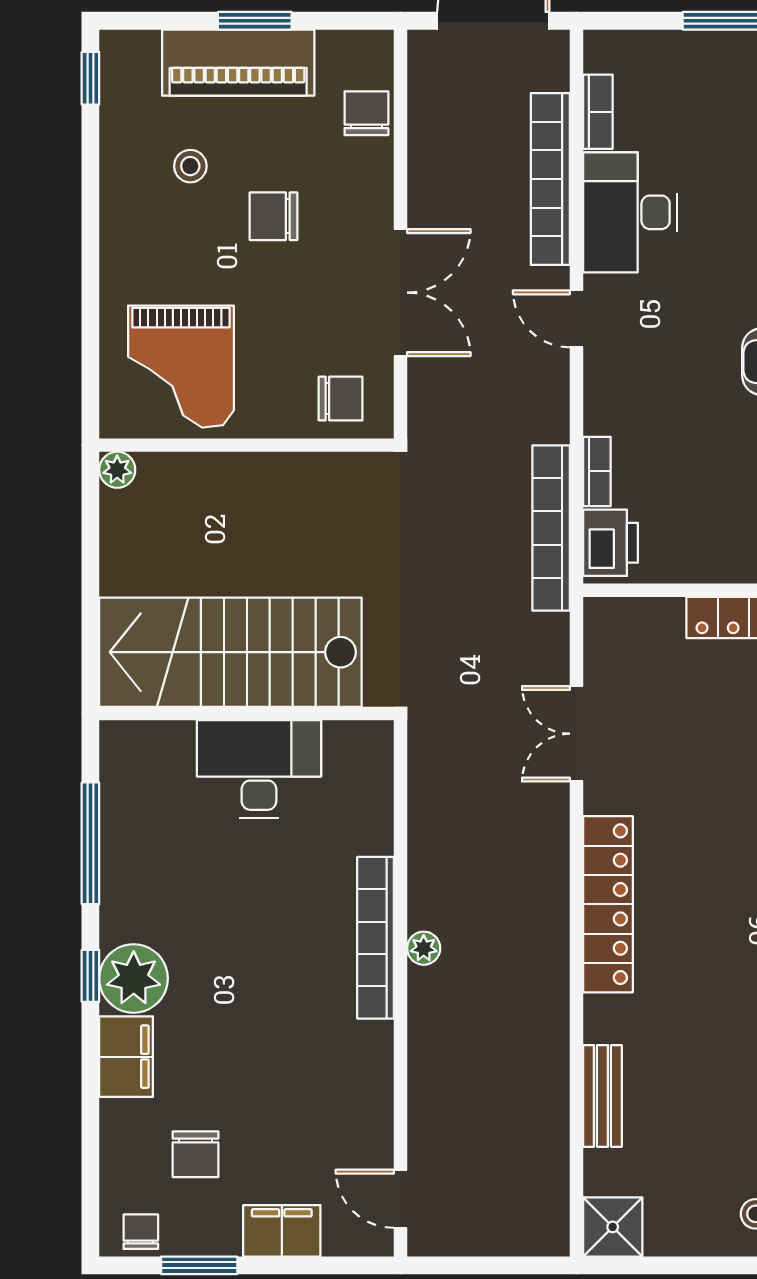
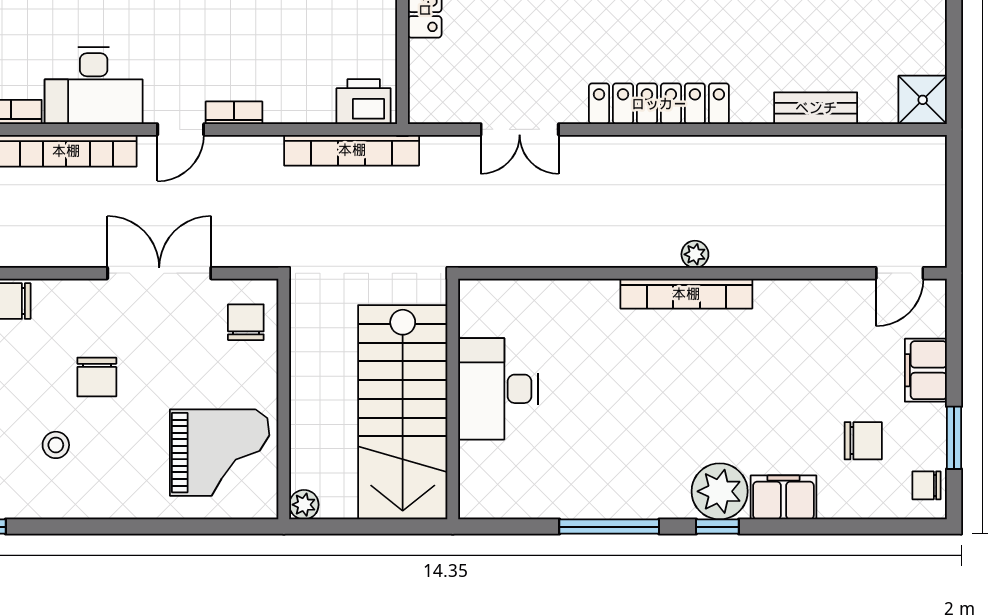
bookcase: (597, 471) -> (234, 113), moved
stairs: (230, 652) -> (403, 412), moved
wall: (247, 713) -> (453, 399), moved
desk: (259, 769) -> (498, 389), moved

